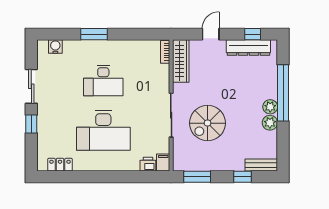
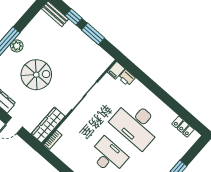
spiral stairs: (208, 123) -> (36, 75), moved
plant: (270, 123) -> (26, 36), removed
desk: (103, 130) -> (136, 124), turned 180
window: (197, 177) -> (93, 34), moved

